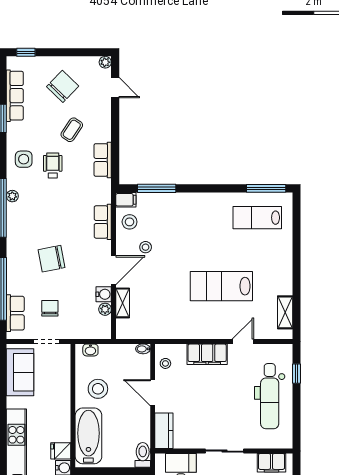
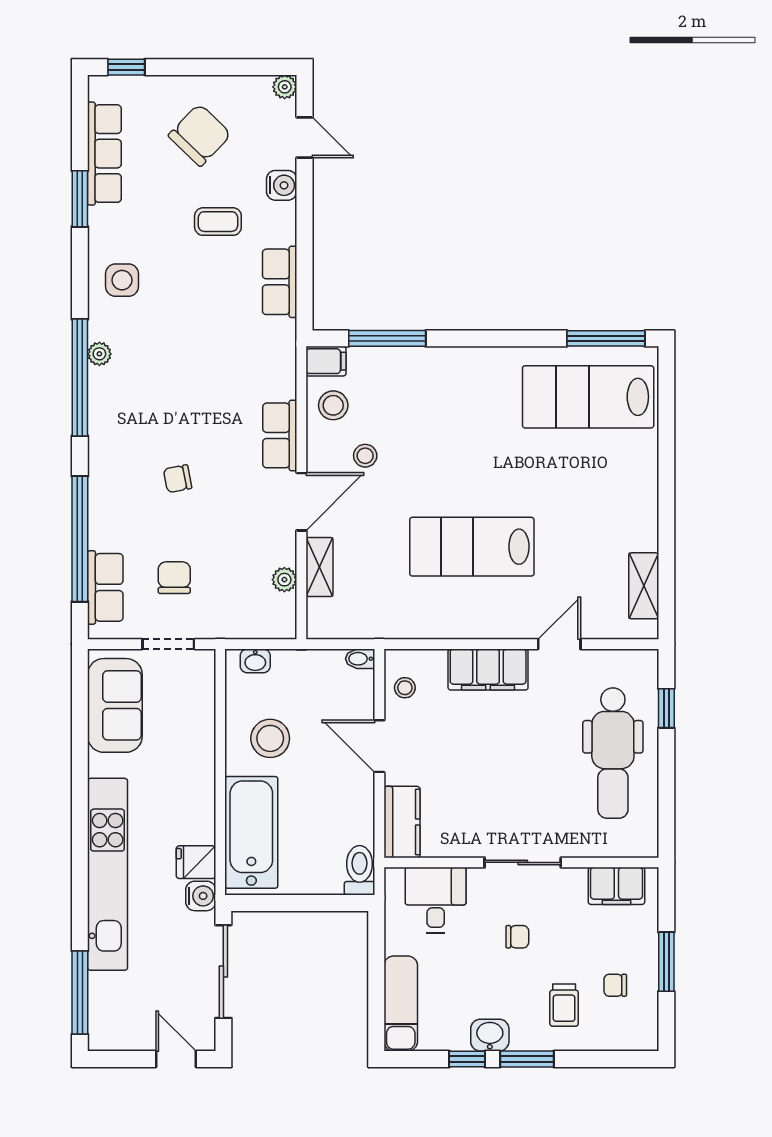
coffee table: (72, 130) -> (218, 222), turned 56
wheelchair: (53, 165) -> (180, 293), removed
lab bench: (257, 218) -> (588, 397), width x1.36, depth x1.39
row of seats: (103, 222) -> (280, 435), moved
chair: (52, 259) -> (178, 479), width x0.54, depth x0.54
lab bench: (221, 286) -> (472, 547), moved
water cooler: (104, 294) -> (282, 185), moved

